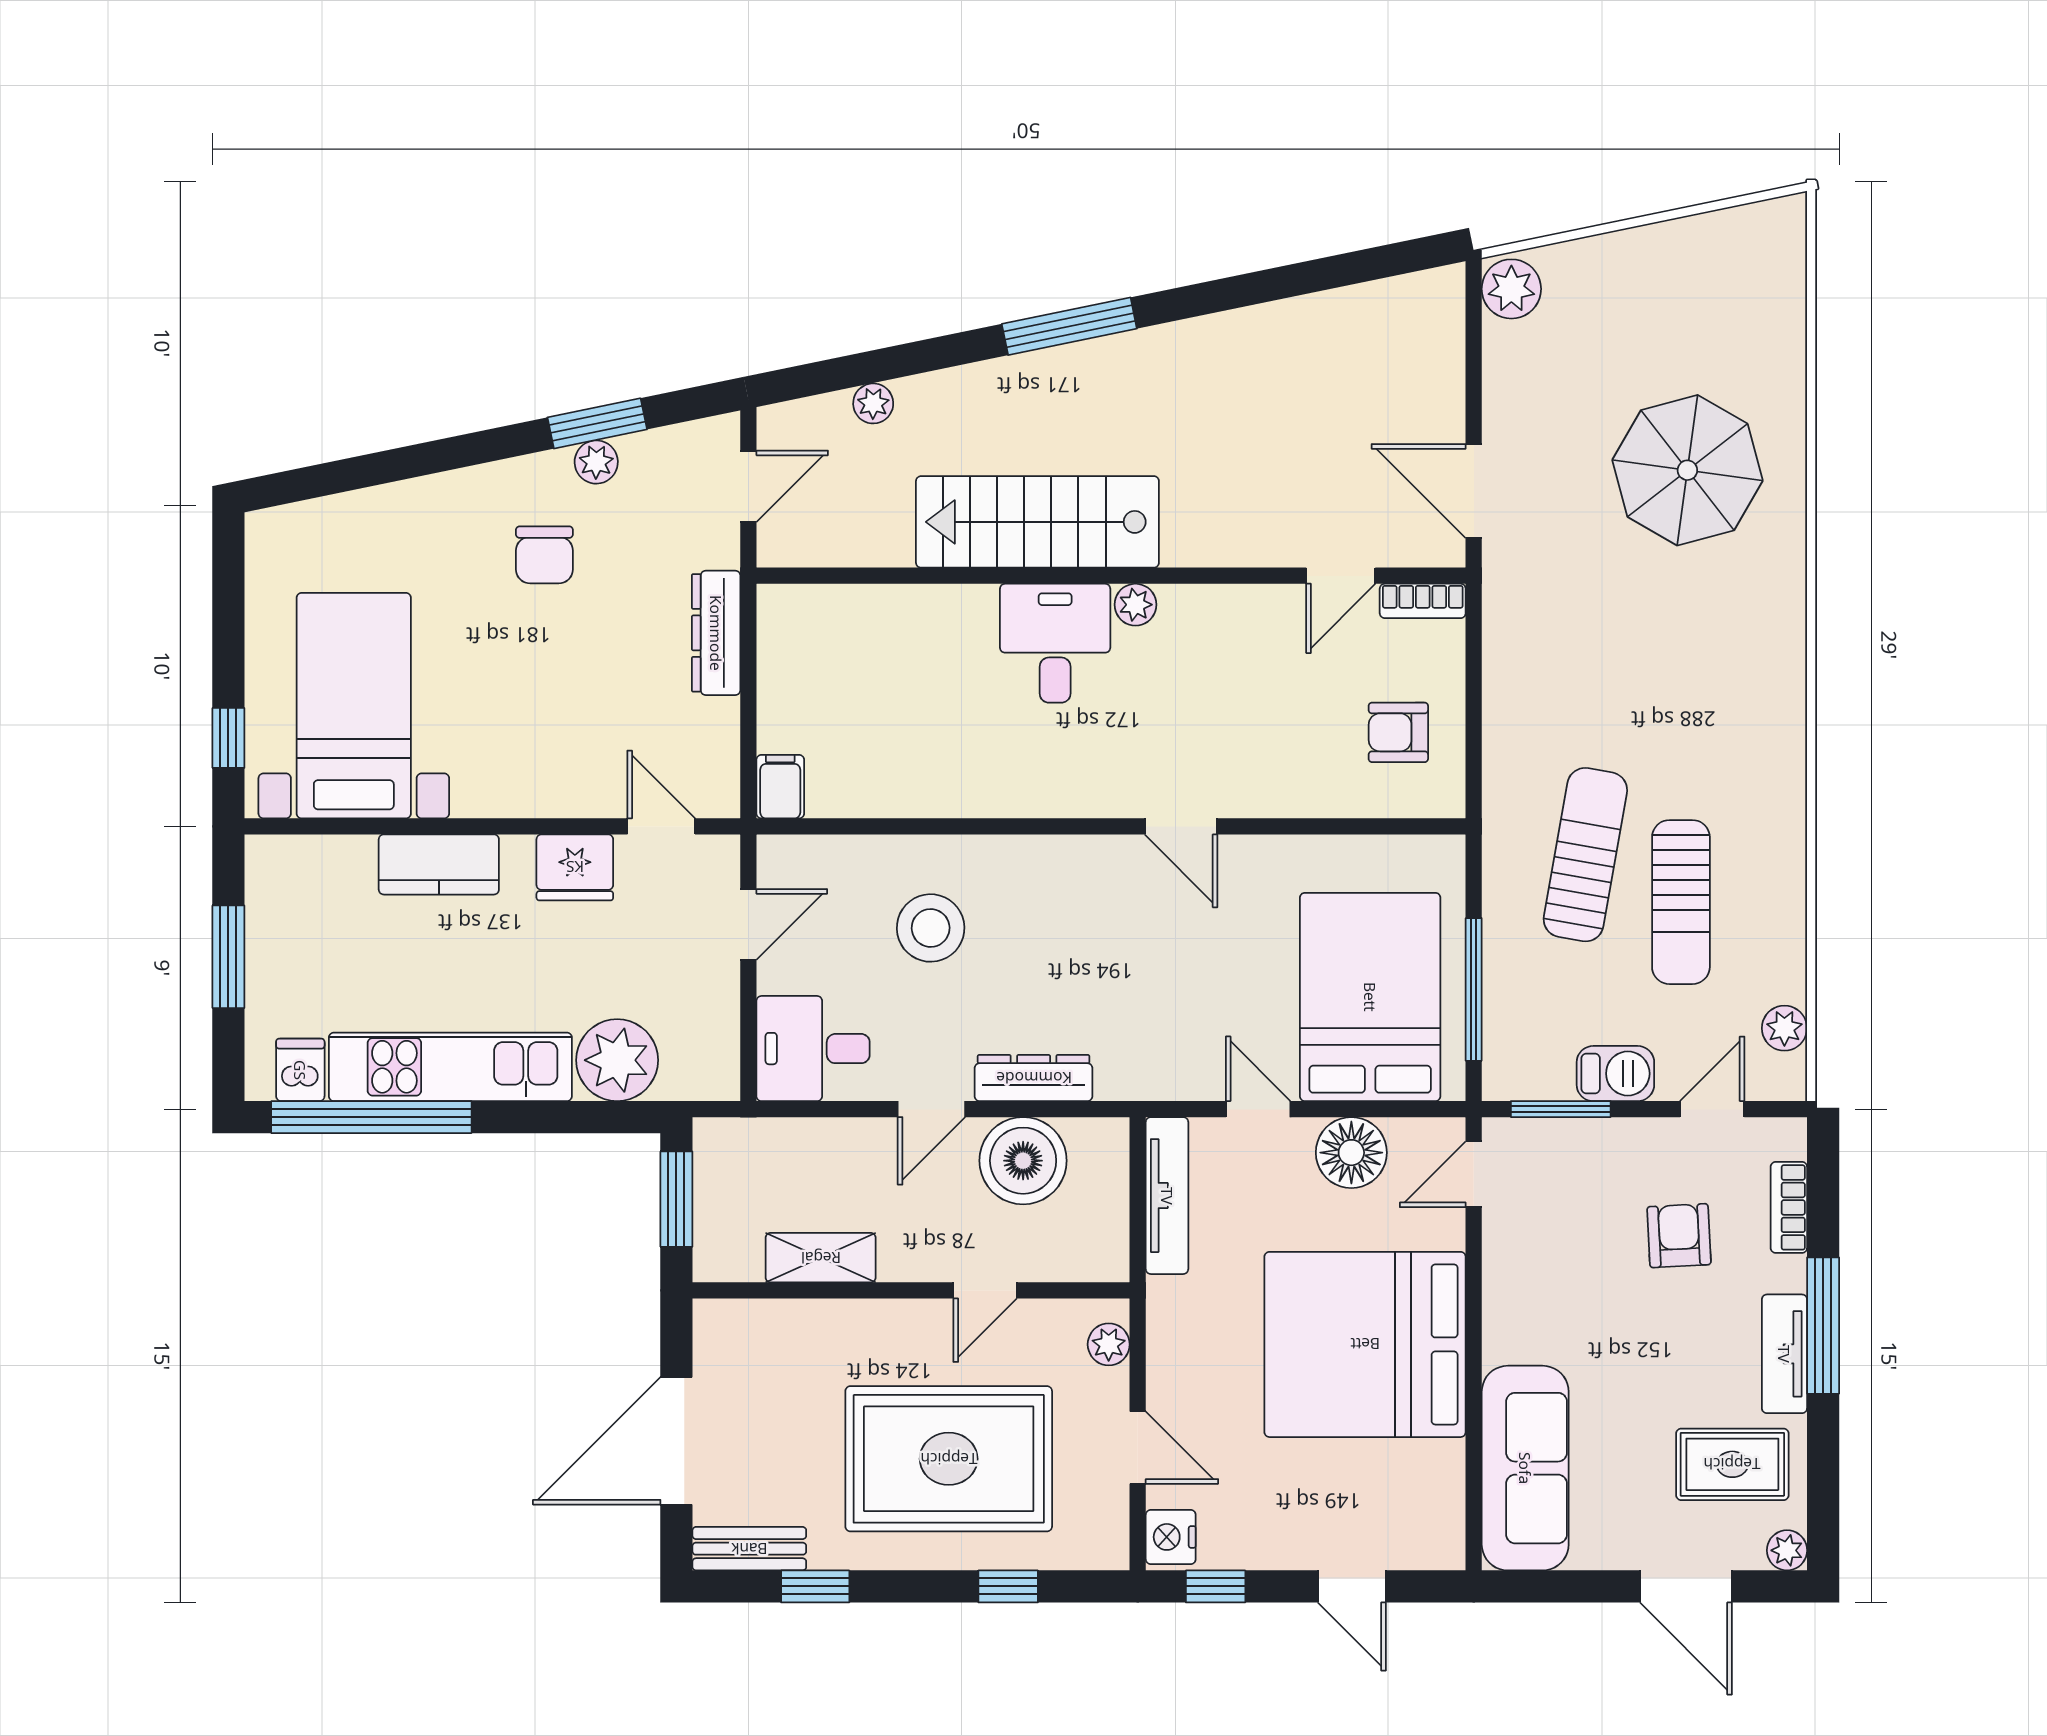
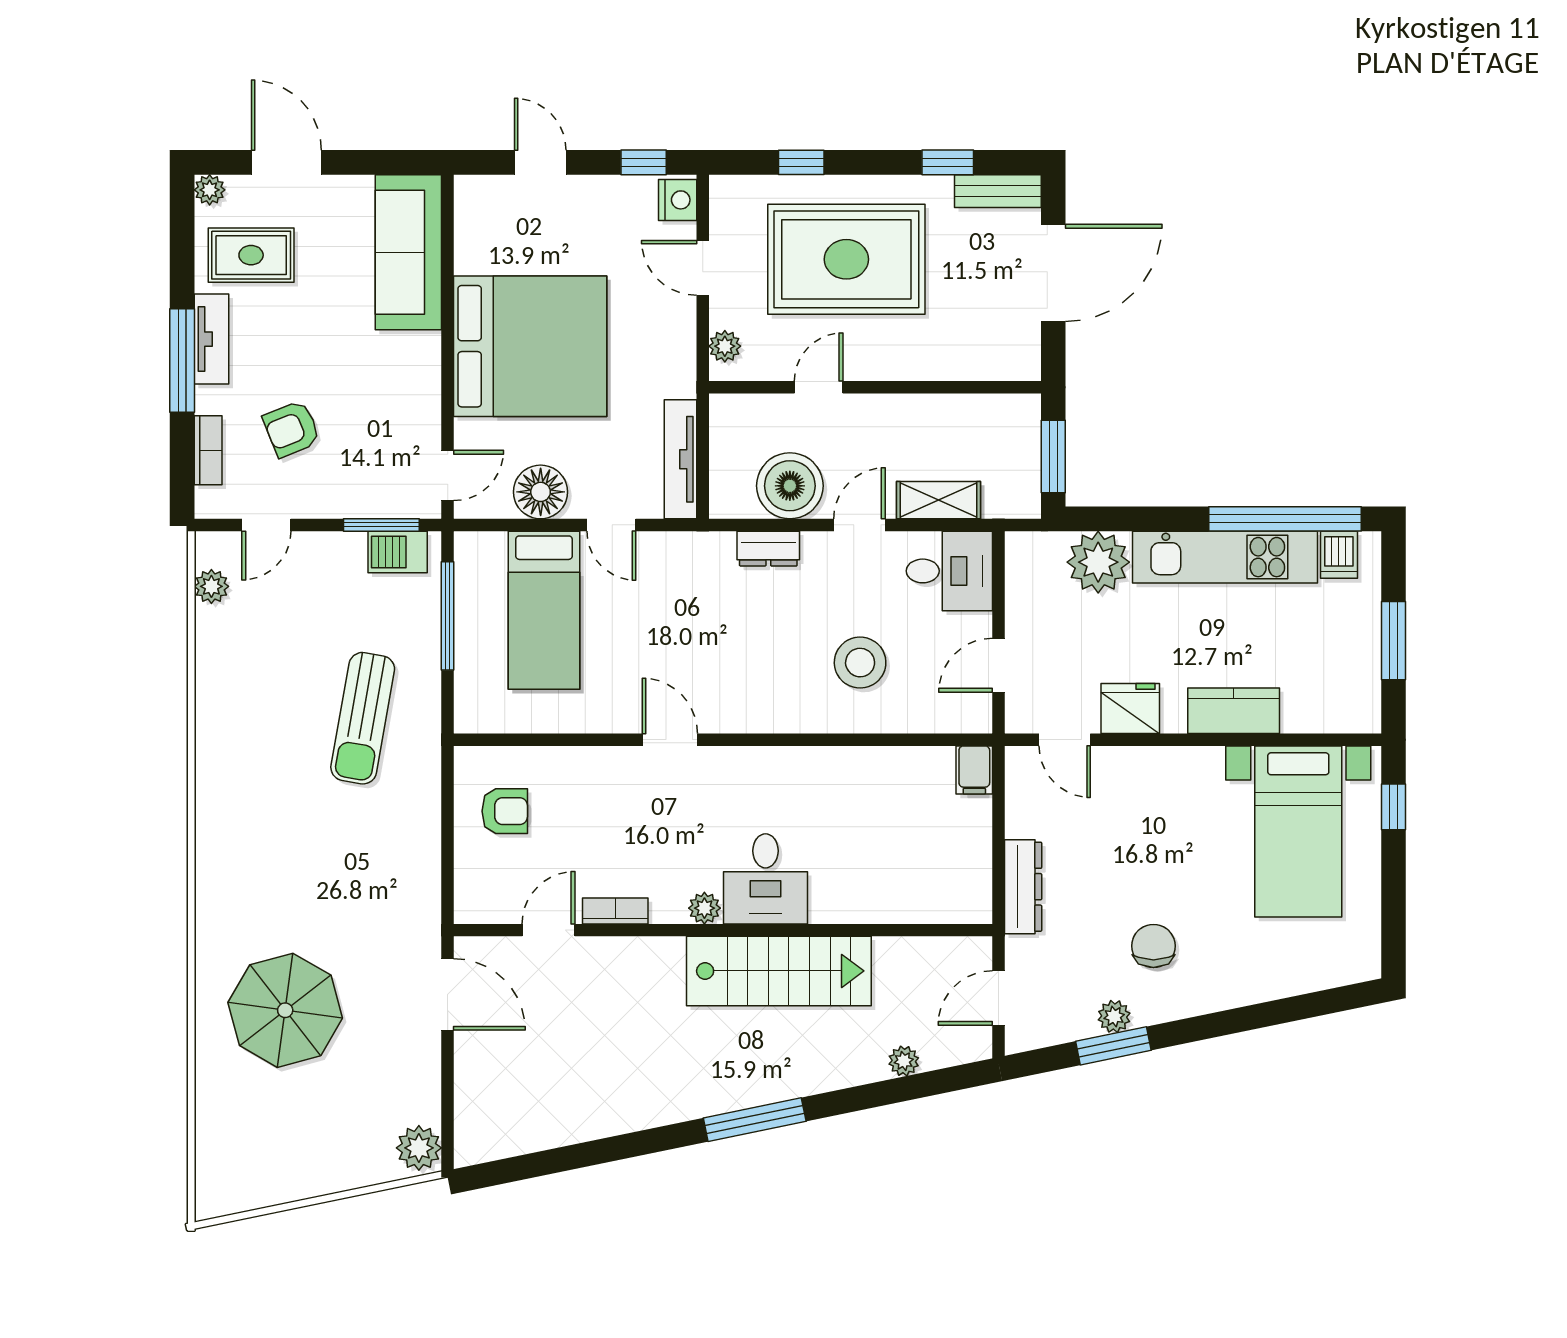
bookcase: (1423, 601) -> (615, 911), moved
sun lounger: (1681, 902) -> (290, 682), removed
bed: (1370, 997) -> (544, 610), width x0.67
barbecue: (1615, 1074) -> (398, 552), moved
dresser: (1034, 1078) -> (768, 549), width x0.70
armchair: (1679, 1236) -> (292, 429), turned 71
shelving: (821, 1258) -> (938, 500), moved

